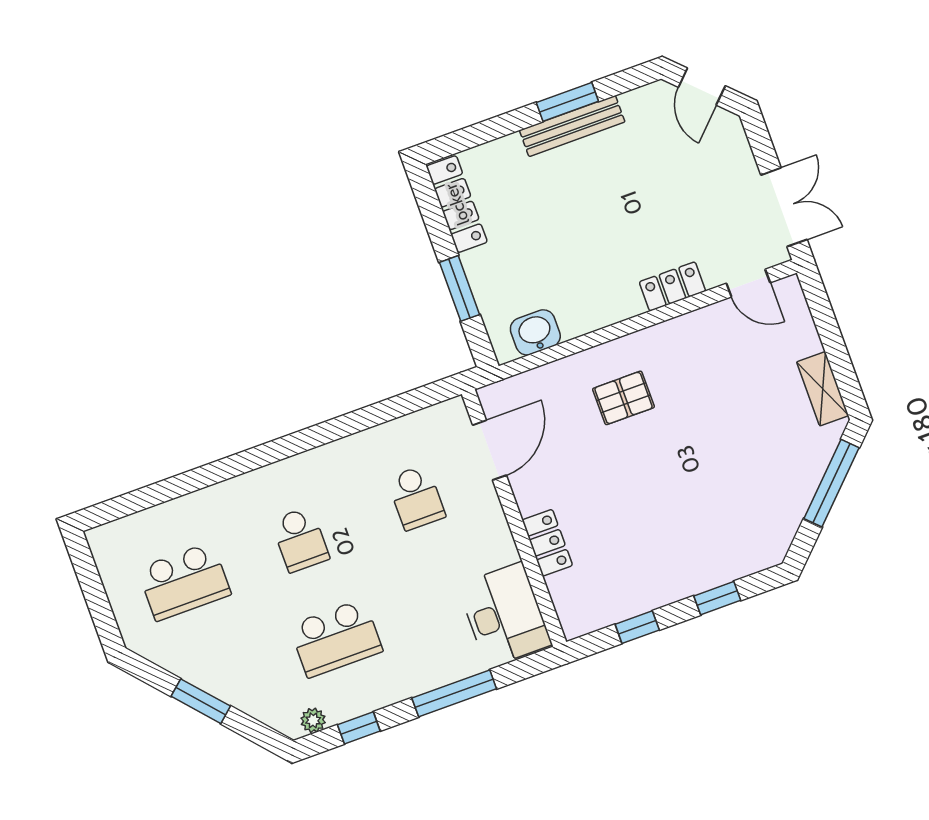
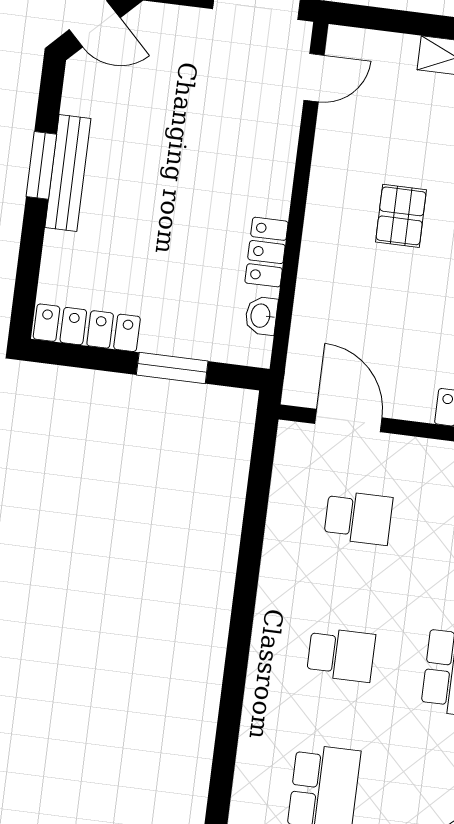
locker: (672, 286) -> (266, 252), moved
washbasin: (535, 332) -> (261, 316), width x0.72, depth x0.69
pallet: (624, 398) -> (401, 216), moved

